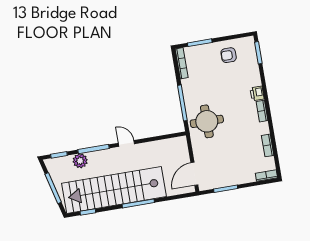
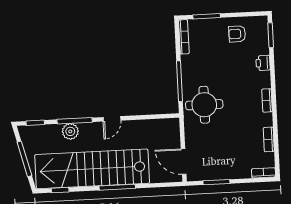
printer: (257, 93) -> (263, 63), moved
door: (126, 143) -> (112, 119), swing flipped
plant: (80, 161) -> (70, 131), moved
door: (194, 174) -> (184, 161), hinge flipped

